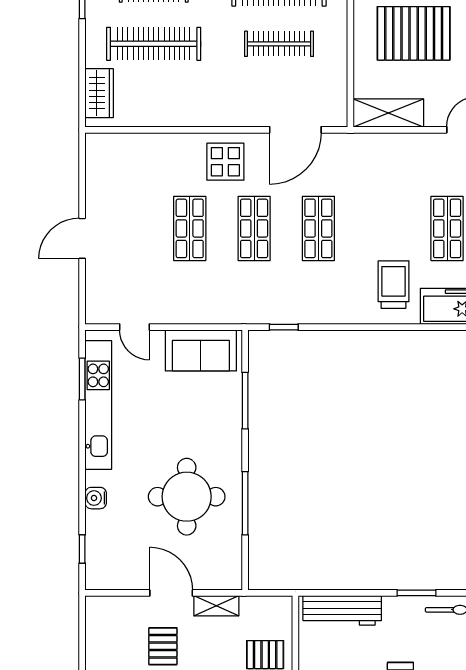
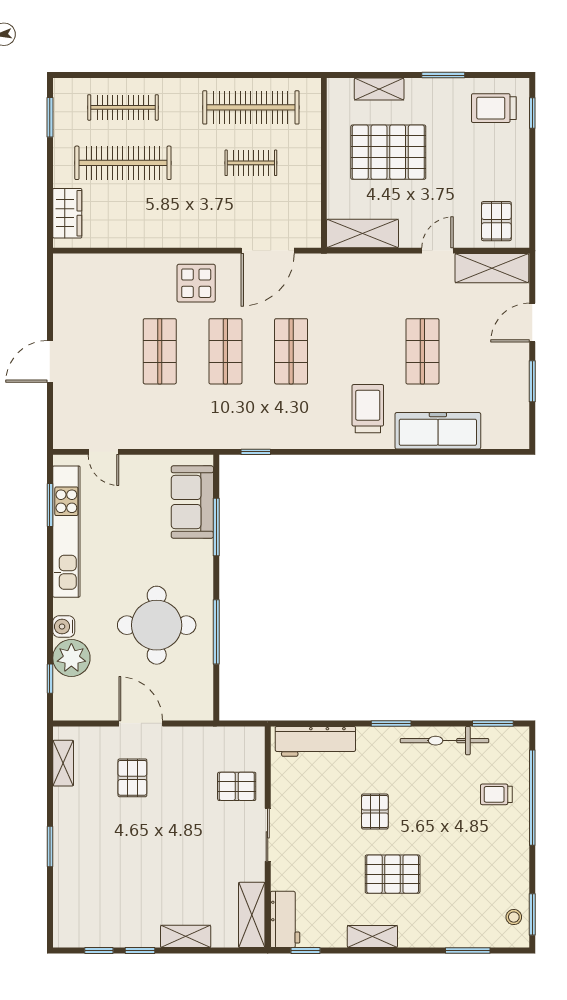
clothes rail: (279, 44) -> (251, 163), width x0.73
sofa: (201, 350) -> (192, 502), moved, turned 90
plant: (103, 529) -> (71, 658), added
shelving: (216, 606) -> (63, 763), moved, turned 90

